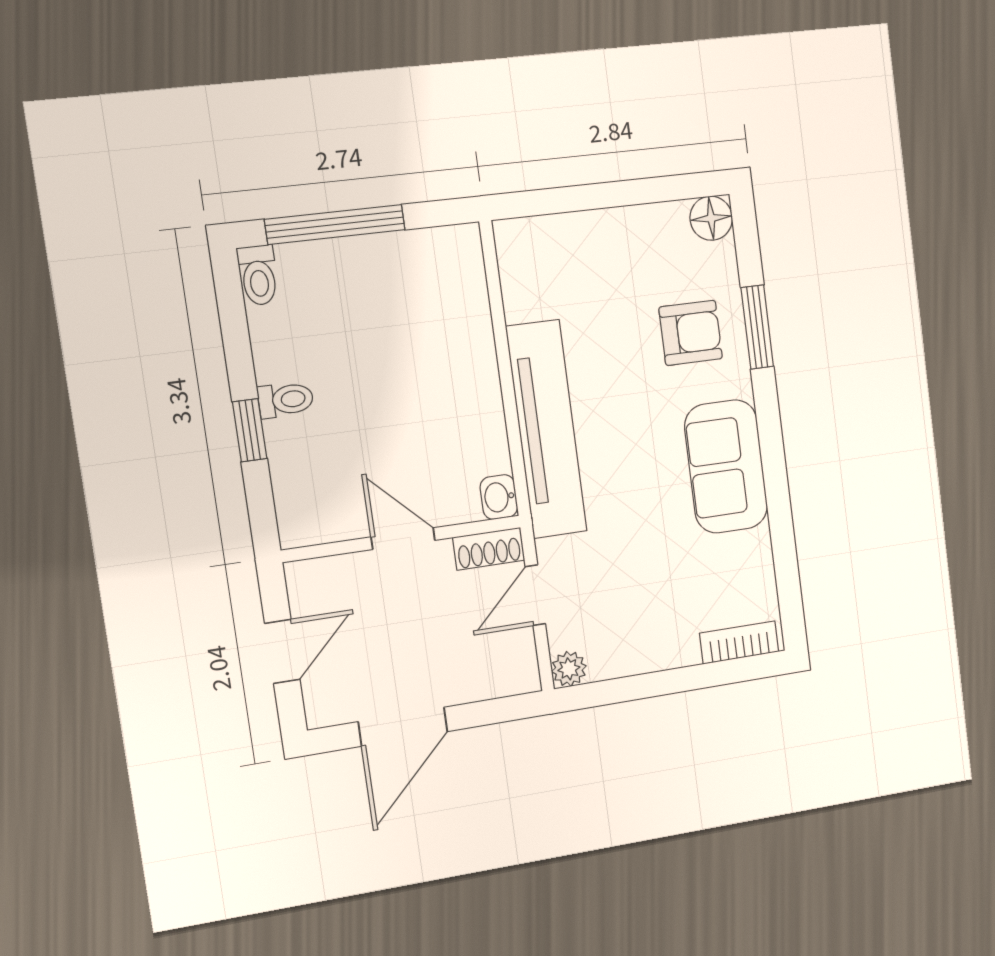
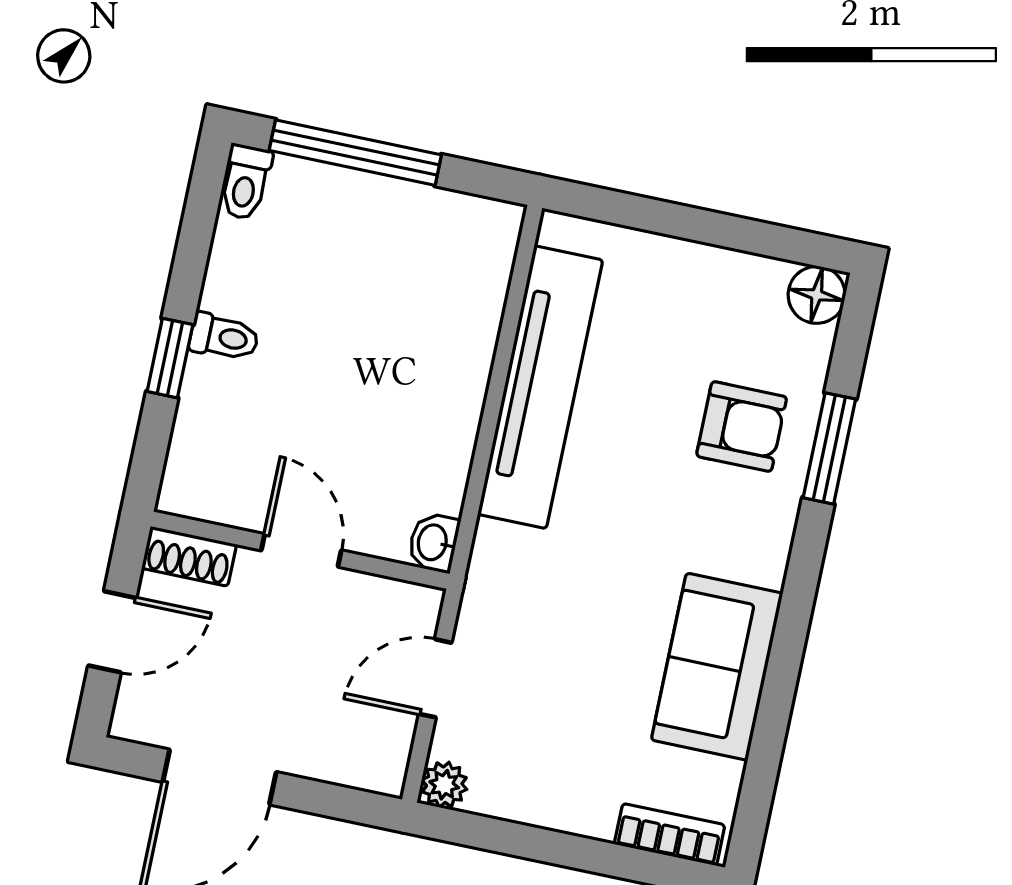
tv unit: (546, 429) -> (540, 387), moved
sofa: (726, 466) -> (717, 667), moved
shoe rack: (489, 549) -> (189, 556), moved

